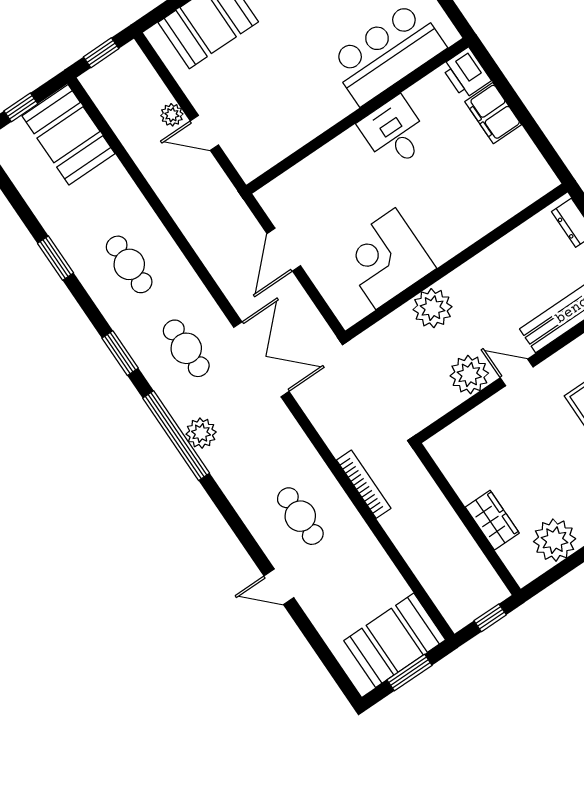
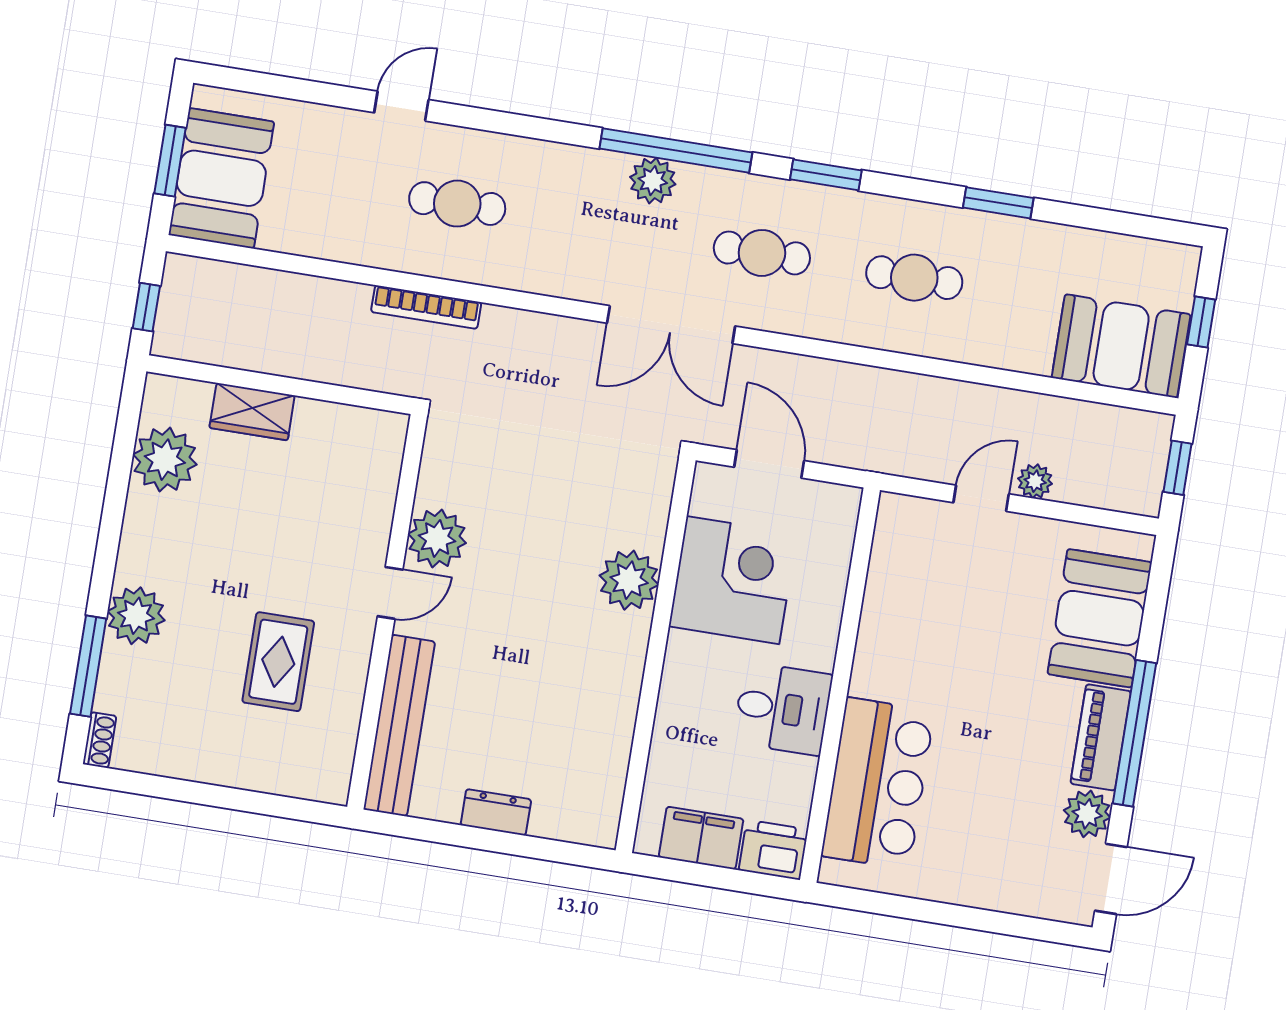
corner desk: (386, 259) -> (733, 580), moved
wall: (456, 262) -> (656, 655), moved
plant: (432, 308) -> (629, 580), moved

